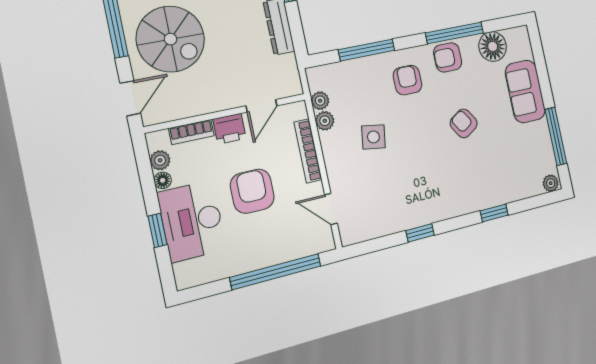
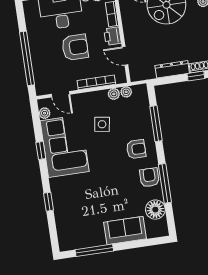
armchair: (464, 123) -> (107, 185), removed
plant: (551, 183) -> (45, 113), moved
corner sofa: (411, 195) -> (65, 146), added
door: (331, 209) -> (61, 94), swing flipped

